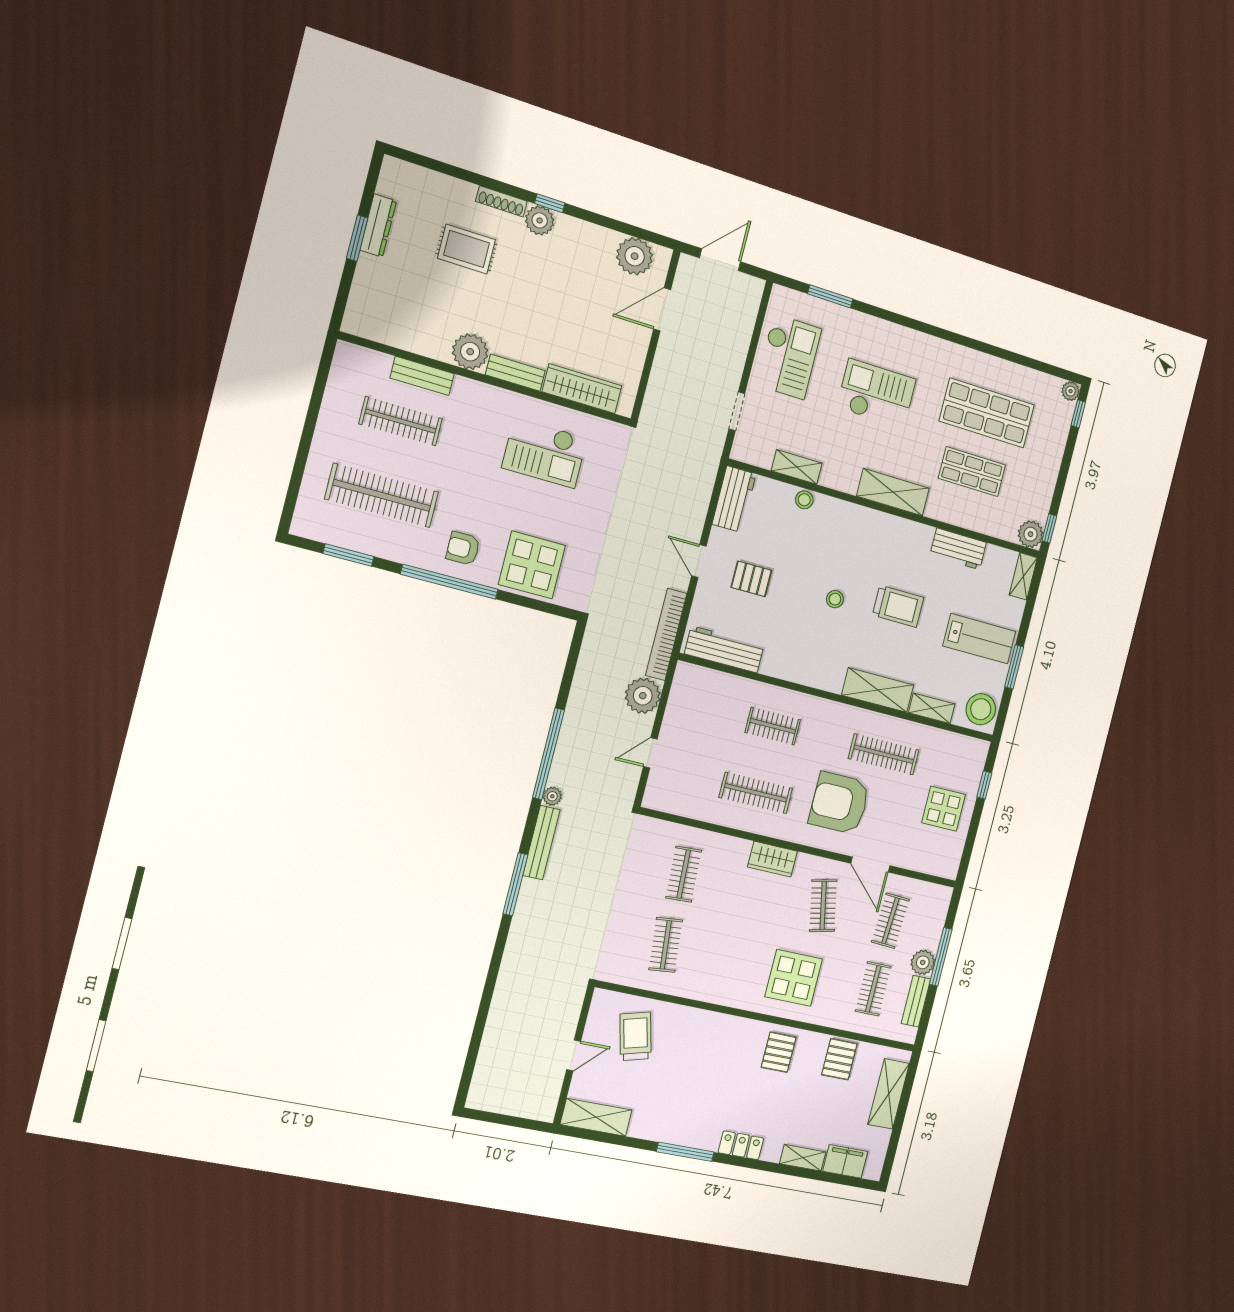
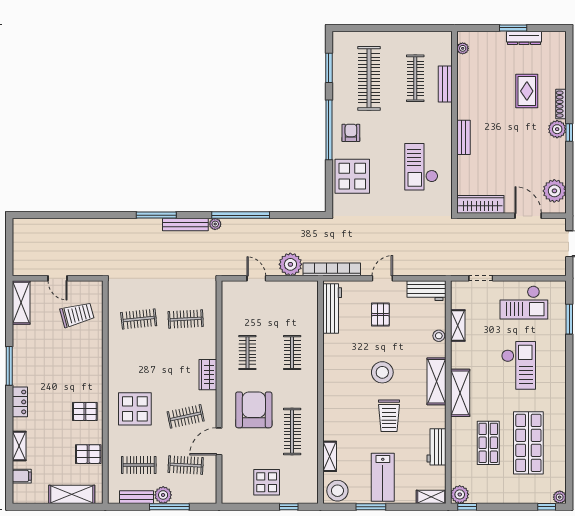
plant: (470, 352) -> (463, 48), moved, width x0.53, depth x0.53
wardrobe: (582, 389) -> (480, 204), moved, turned -90
stool: (835, 599) -> (382, 372), width x1.89, depth x1.89
shelving: (878, 690) -> (437, 381), moved
clothes rail: (756, 793) -> (247, 353), width x0.73
filing cabinet: (845, 1161) -> (22, 476), width x0.50

